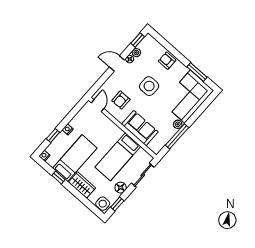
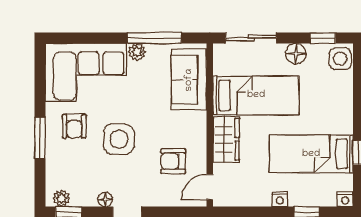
plant: (136, 53) -> (61, 198), moved
armchair: (167, 61) -> (74, 126), moved
window: (197, 72) -> (40, 138), moved
armchair: (121, 100) -> (173, 161), turned 180
sofa: (140, 128) -> (189, 80), moved
wardrobe: (82, 185) -> (226, 139), moved, turned 180

